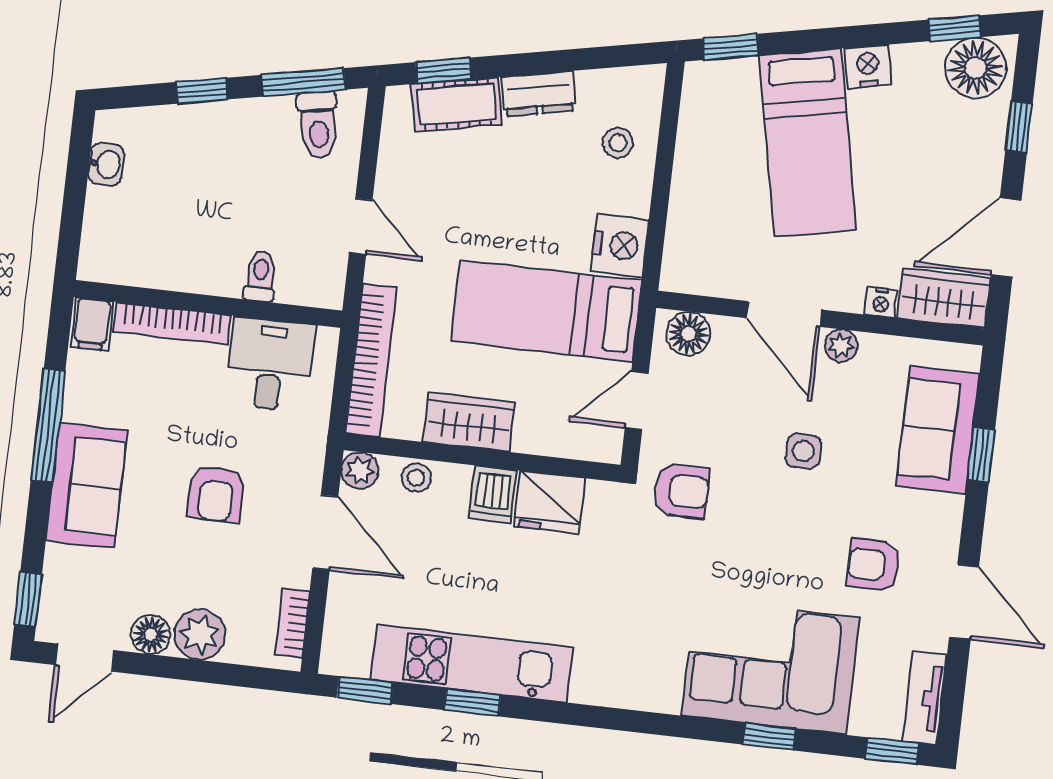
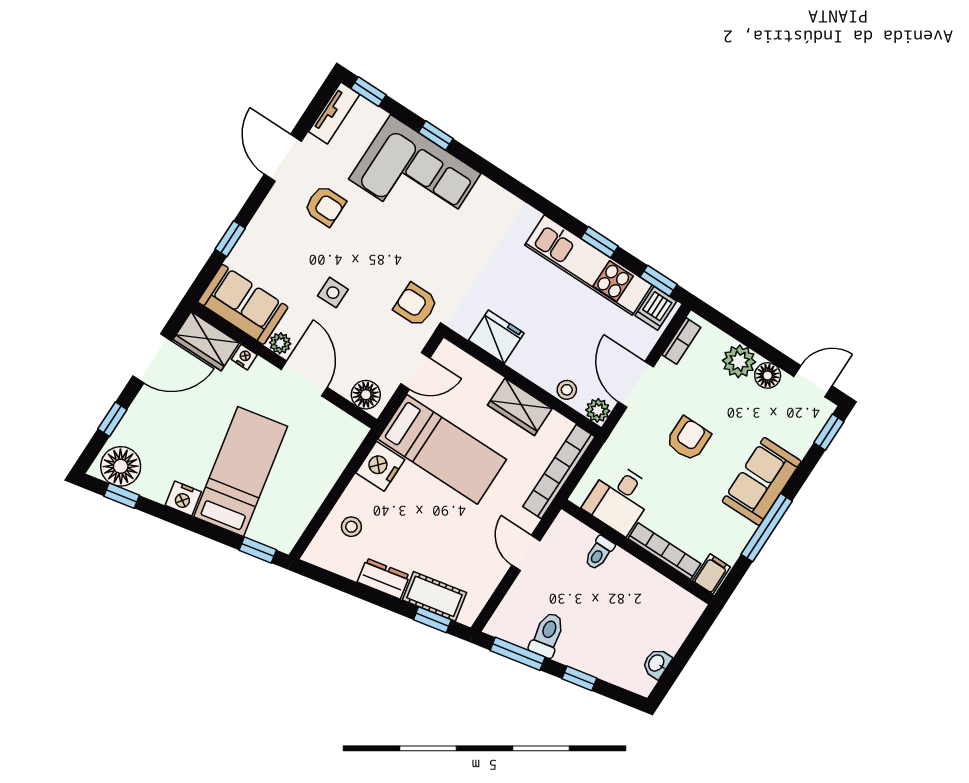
toilet: (318, 125) -> (547, 635), moved
sofa: (938, 430) -> (243, 304), moved, turned -90
dishwasher: (493, 495) -> (656, 308), moved, turned 180

